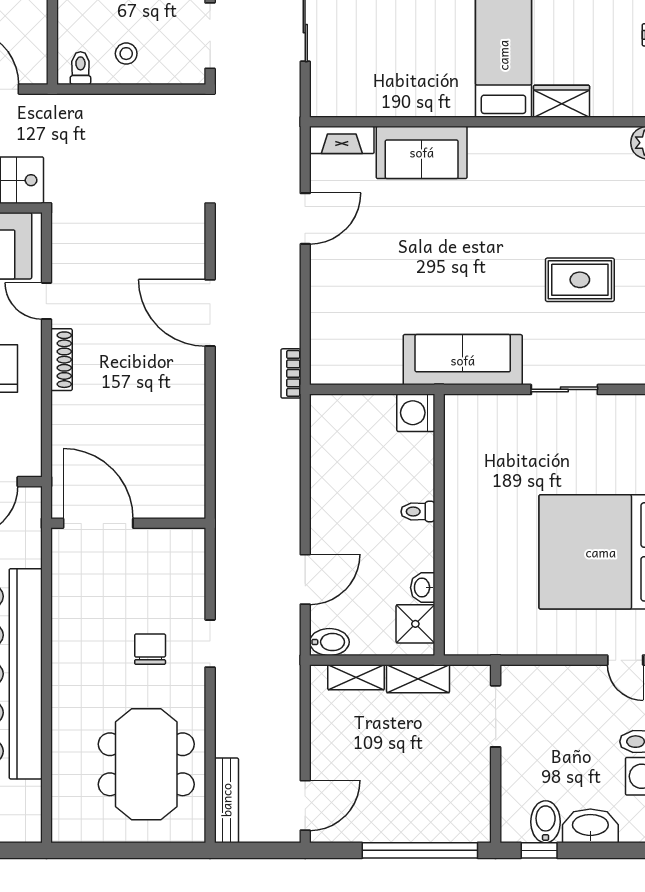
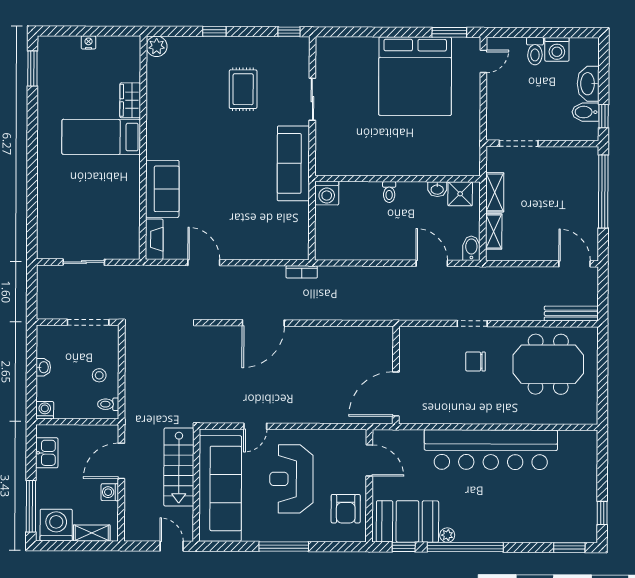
shoe rack: (61, 360) -> (292, 417), removed

